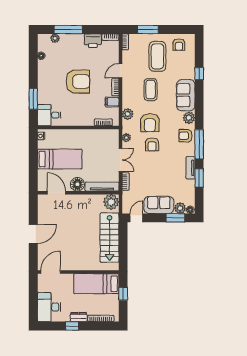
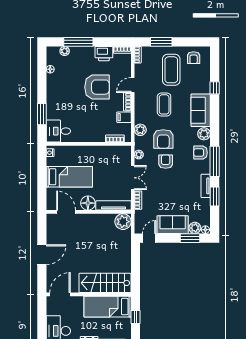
armchair: (78, 82) -> (97, 87), moved
armchair: (152, 144) -> (166, 162), turned 180
stairs: (110, 238) -> (105, 283), moved, turned 90

